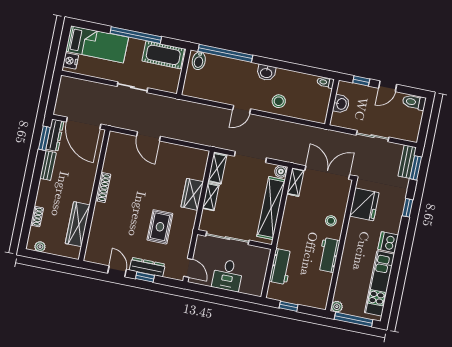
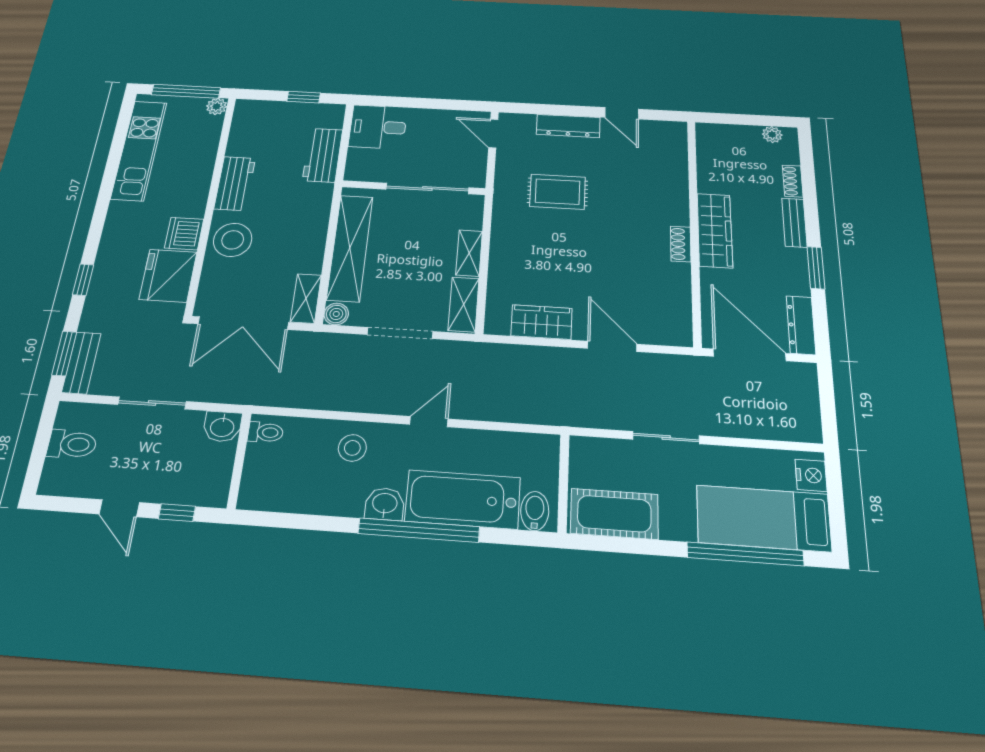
window: (136, 35) -> (745, 554), moved
window: (225, 53) -> (419, 530), moved
bathtub: (231, 70) -> (463, 499), added
toilet: (325, 82) -> (265, 432), moved
door: (388, 86) -> (119, 508), swing flipped
toilet: (414, 102) -> (72, 444), moved
washbasin: (341, 104) -> (222, 427), moved, turned -90
window: (44, 138) -> (816, 268), moved
bench: (48, 166) -> (794, 223), moved
shoe rack: (103, 187) -> (681, 244), width x0.70
wardrobe: (192, 194) -> (542, 322), moved, turned -90
stool: (331, 221) -> (233, 240), width x1.89, depth x1.89
wardrobe: (78, 224) -> (715, 230), moved
rug: (160, 227) -> (558, 192), turned 90
dishwasher: (388, 242) -> (184, 234), moved, turned 180
desk: (228, 275) -> (378, 127), moved, turned -90
window: (145, 277) -> (569, 111), removed

